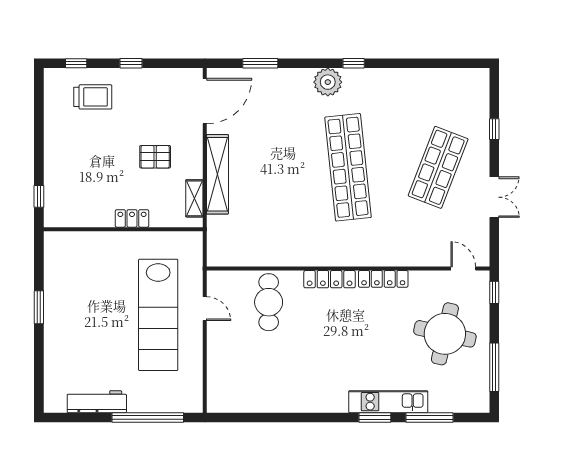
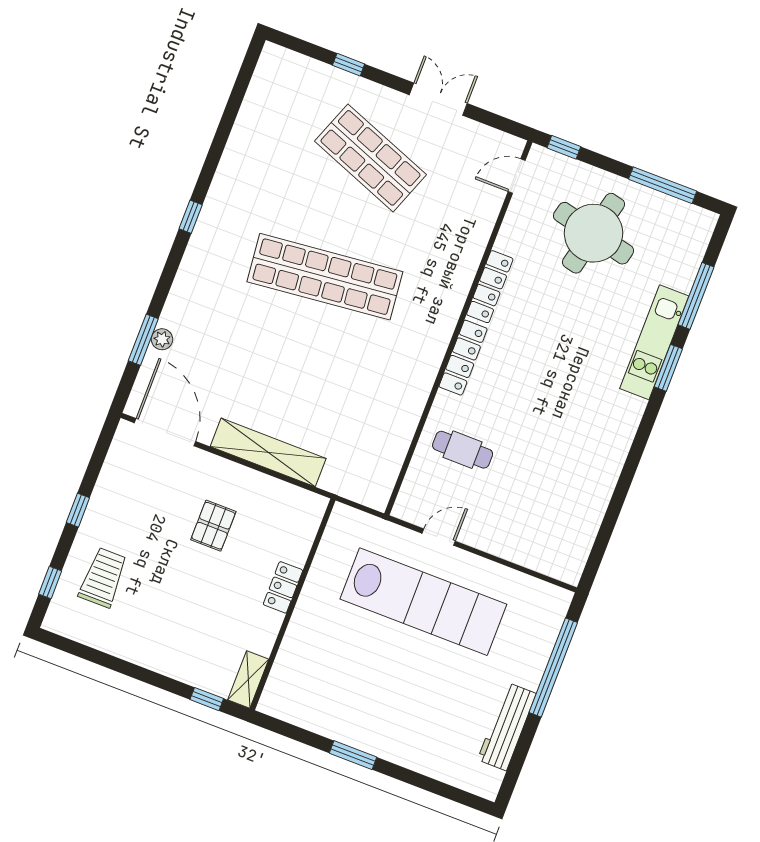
plant: (328, 82) -> (162, 339), moved, width x0.53, depth x0.53
shelving: (194, 198) -> (248, 680), moved, turned 90
cafe table: (269, 302) -> (463, 450), width x0.73, depth x0.74

